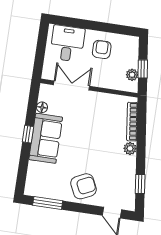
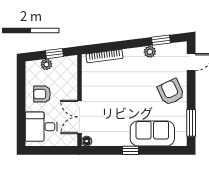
plant: (132, 75) -> (46, 64), moved
floor lamp: (42, 107) -> (87, 141), moved
sofa: (46, 138) -> (152, 133), moved
plant: (130, 148) -> (150, 52), moved

